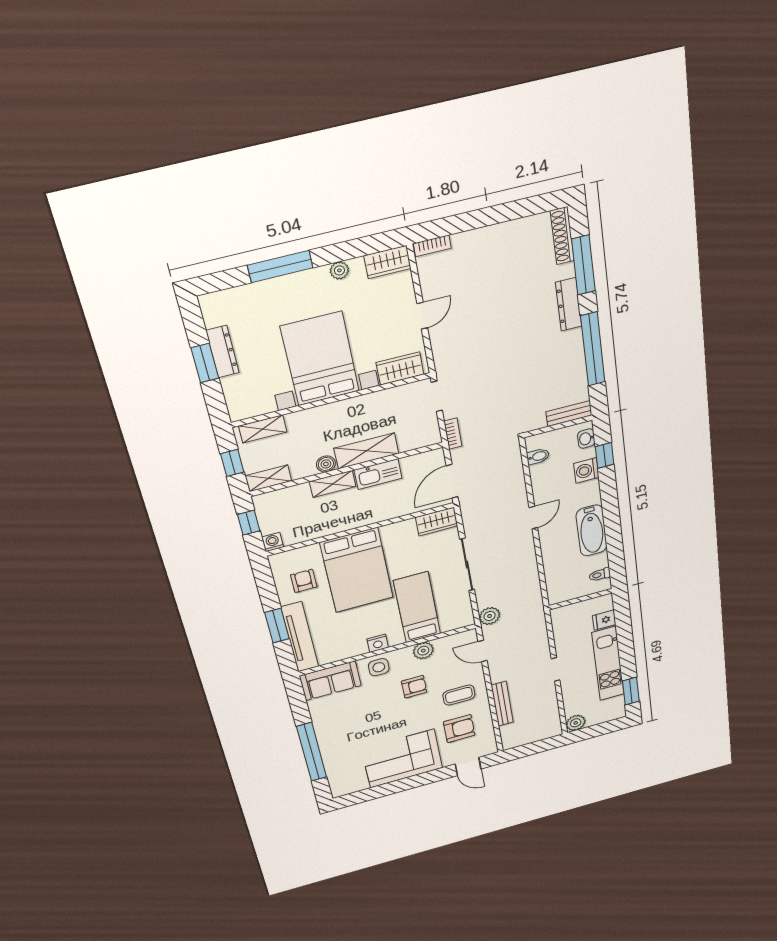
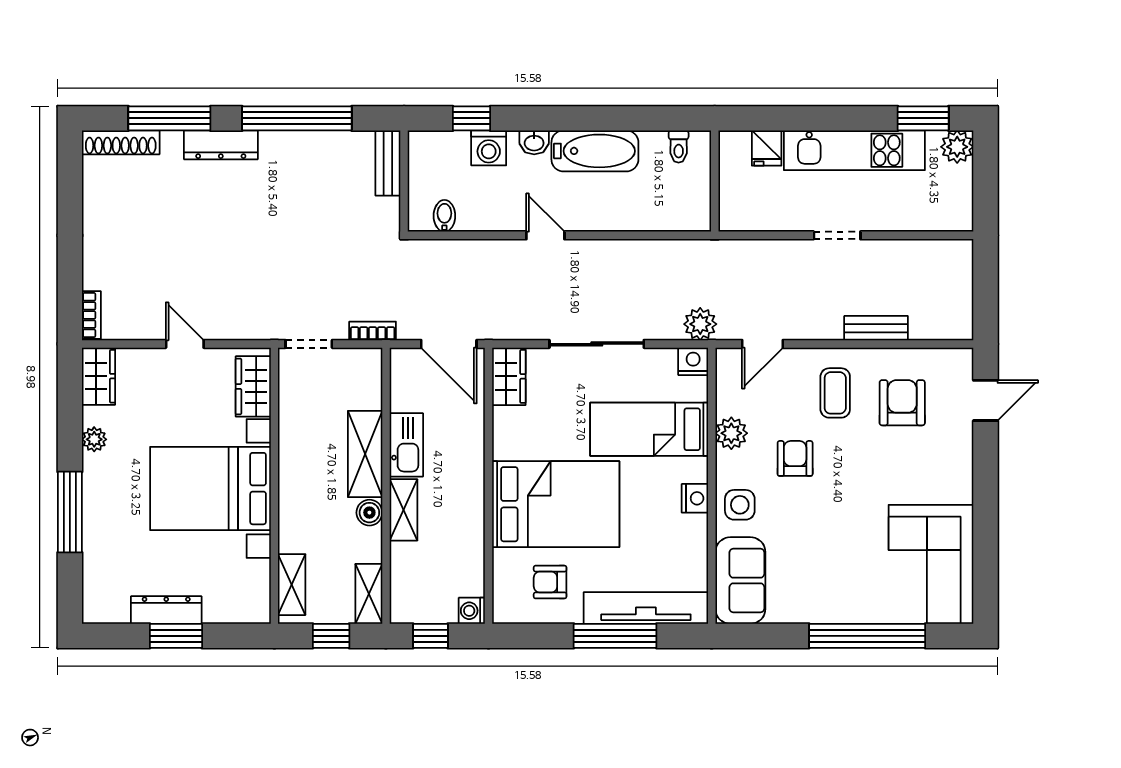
washbasin: (586, 439) -> (534, 142), moved
nightstand: (465, 619) -> (693, 361), added
window: (277, 626) -> (615, 636), width x1.44
bench: (502, 704) -> (876, 328), width x0.73
plant: (576, 723) -> (957, 147), moved
corner sofa: (402, 759) -> (931, 564), moved

